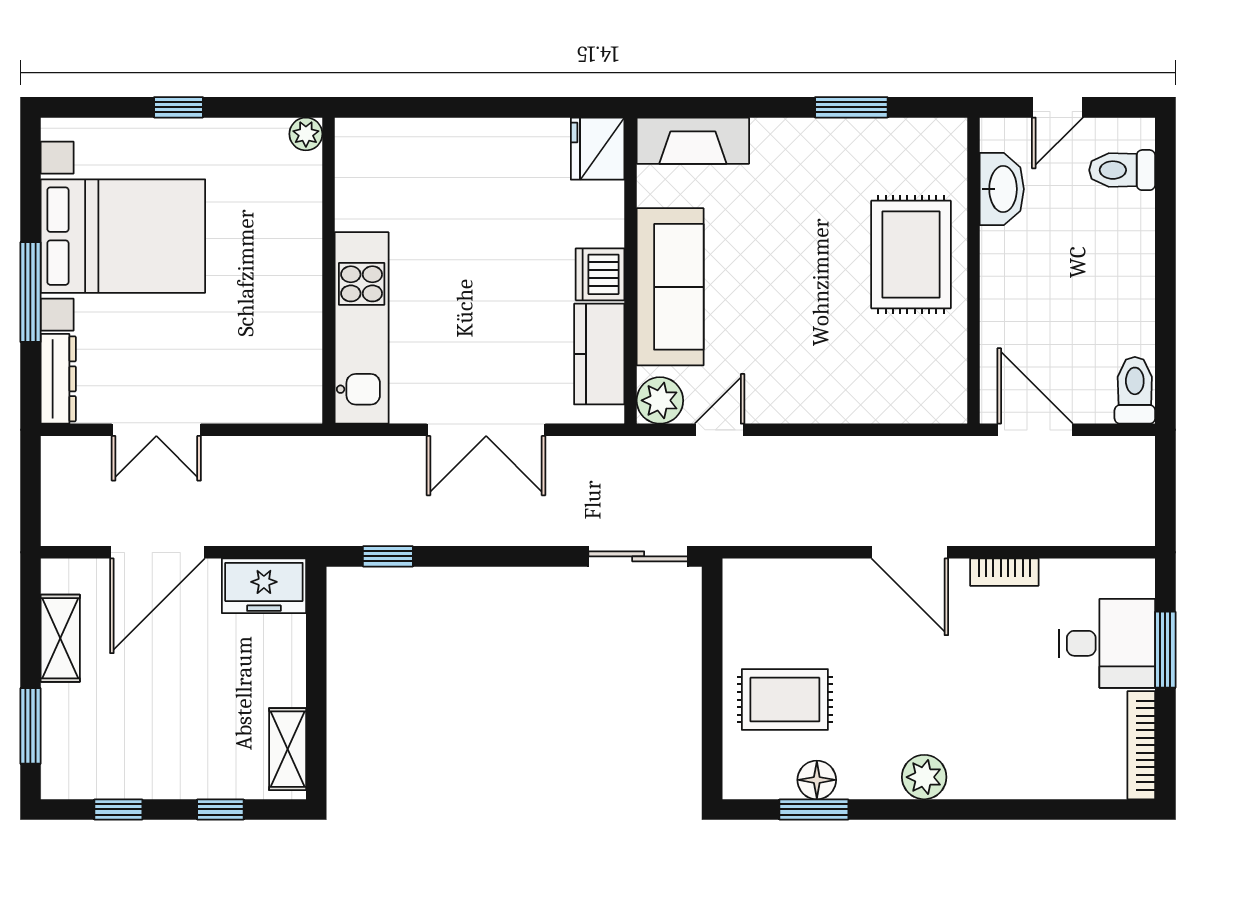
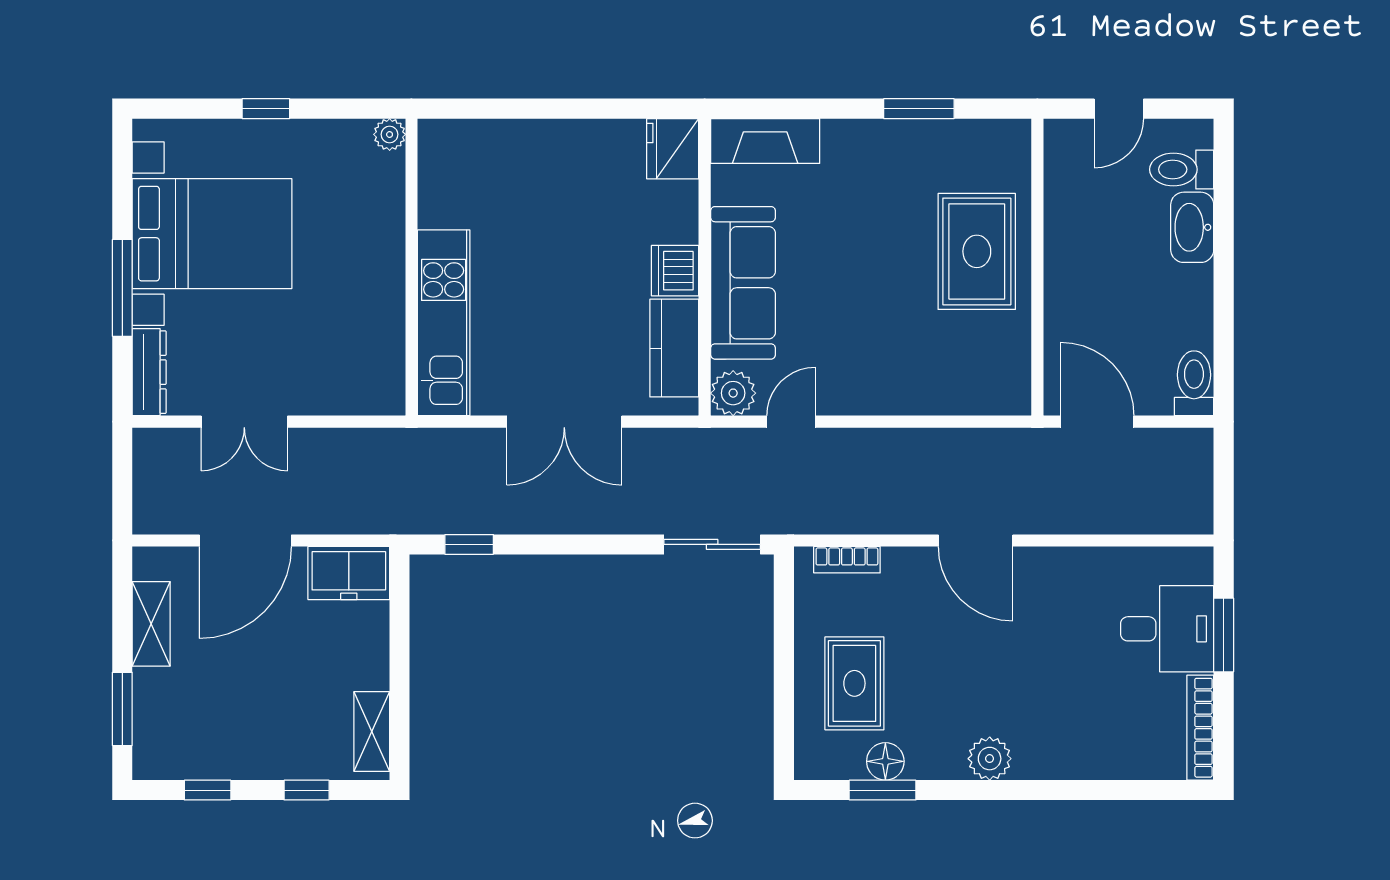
washbasin: (1002, 189) -> (1192, 227), moved, turned 180
bookcase: (1004, 572) -> (847, 560), moved
rug: (785, 700) -> (854, 683), turned 90

